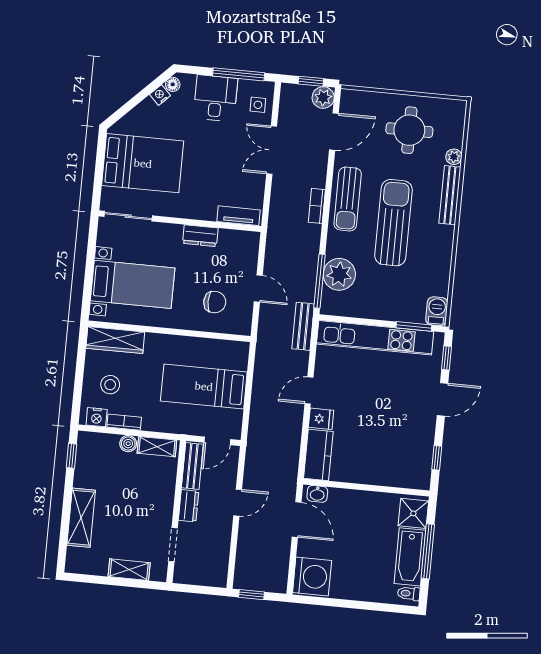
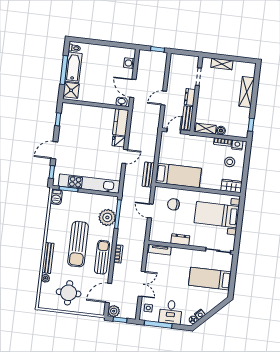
bed: (143, 163) -> (210, 279), width x0.67
bench: (303, 326) -> (148, 175), moved
wardrobe: (115, 340) -> (231, 186), width x0.67
bed: (204, 386) -> (178, 175), moved
washing machine: (312, 577) -> (129, 63), width x0.53, depth x0.53

